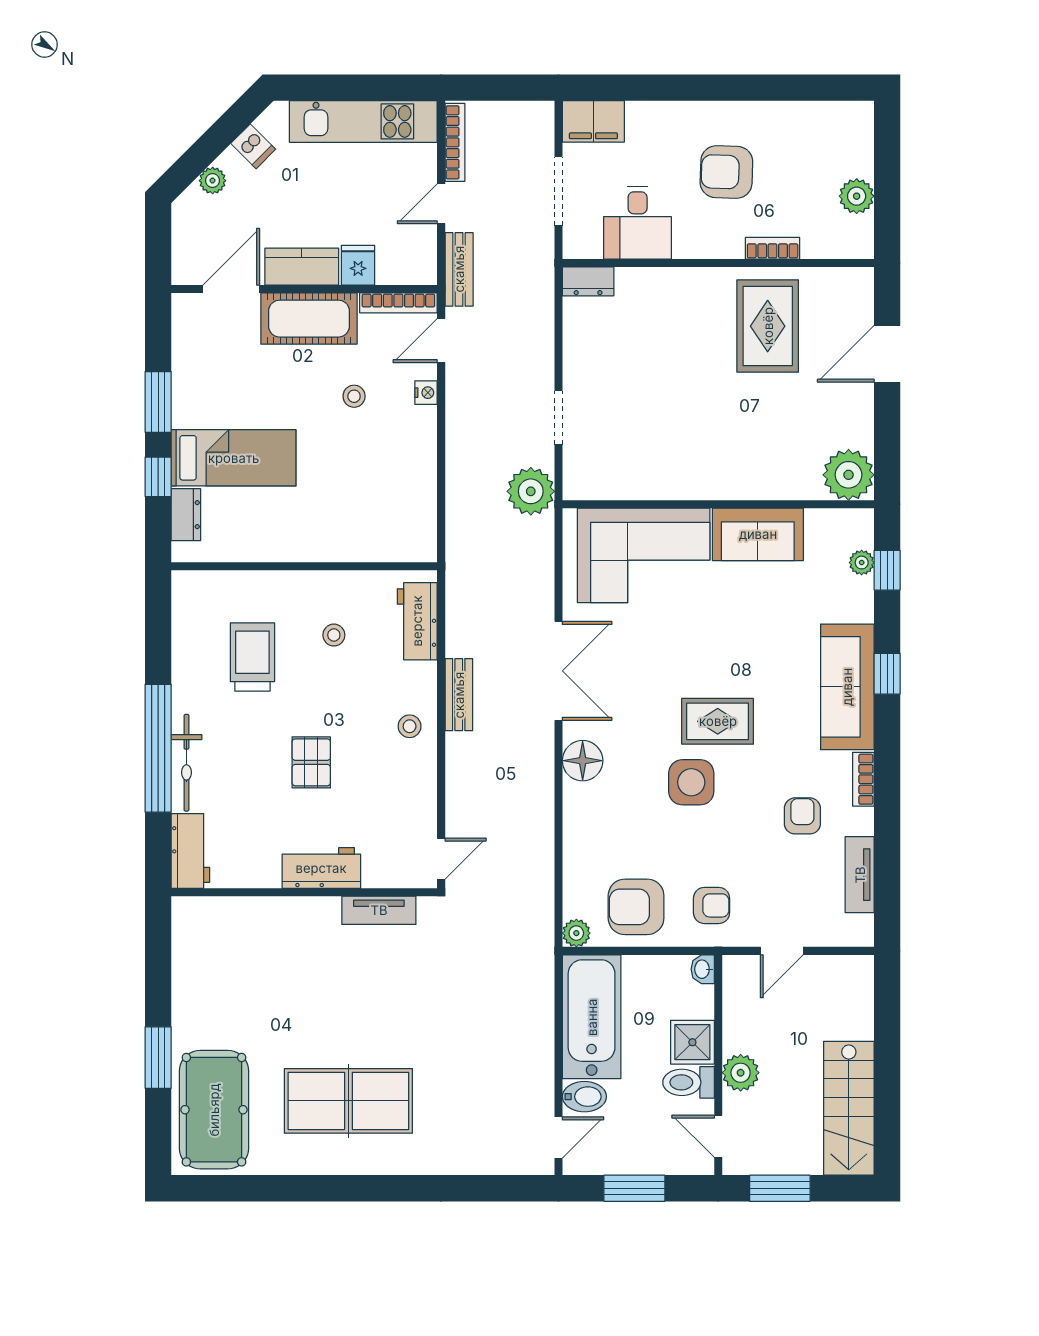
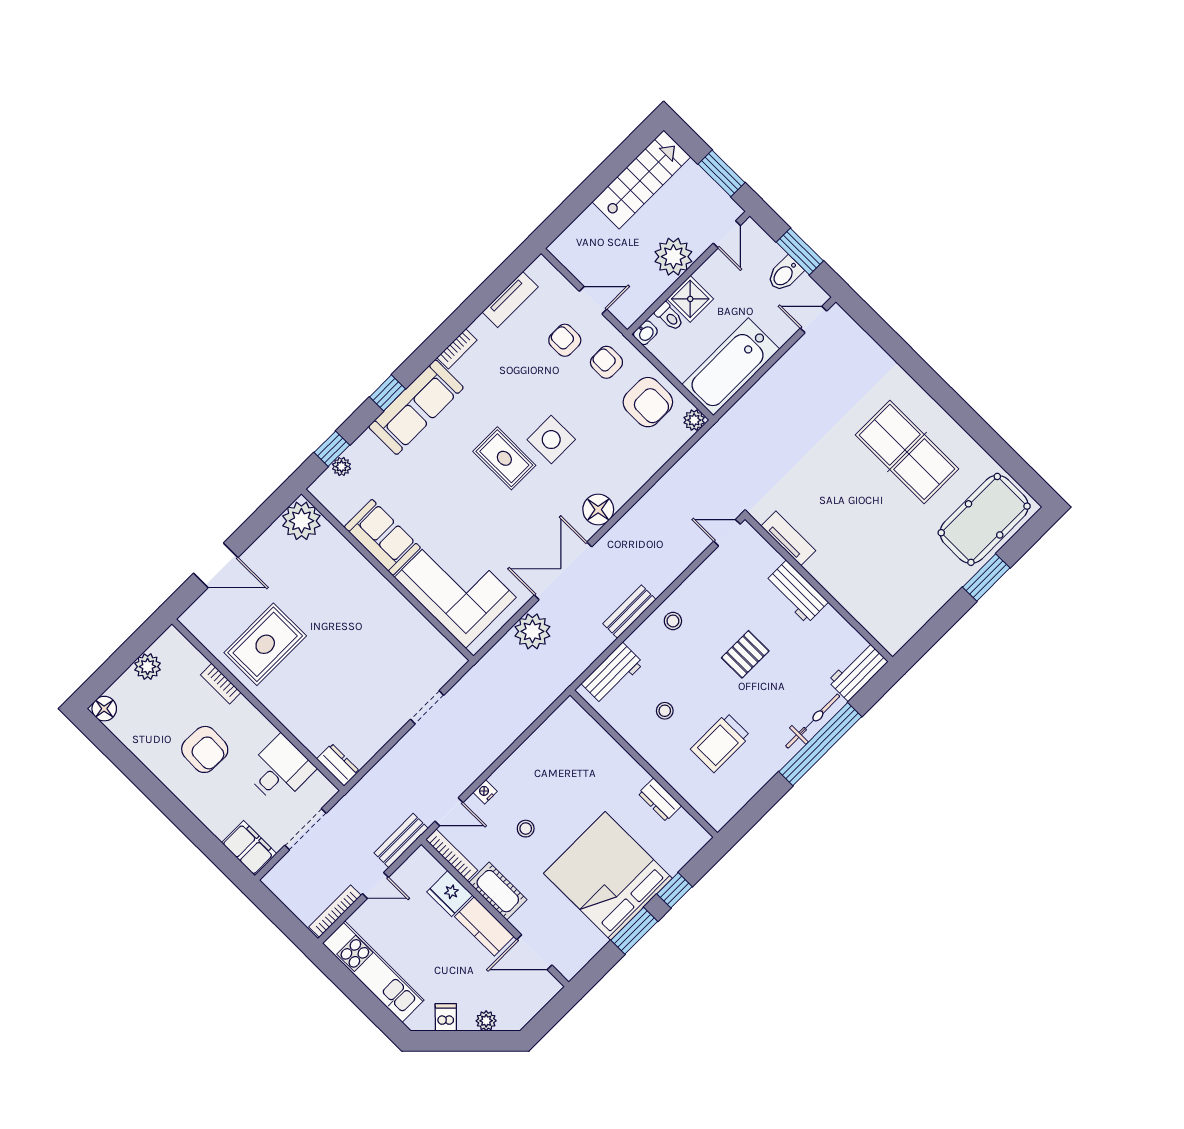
floor lamp: (858, 117) -> (104, 709), added
fridge: (358, 265) -> (450, 894), width x1.38
cot: (309, 319) -> (498, 891), width x0.73, depth x0.75
bed: (234, 458) -> (608, 876), width x2.04
plant: (531, 491) -> (532, 631), moved
dresser: (186, 515) -> (660, 800), moved, turned -90
armchair: (802, 816) -> (565, 340), moved, turned 90
plant: (741, 1073) -> (673, 257), width x1.36, depth x1.36
toilet: (689, 1082) -> (669, 316), moved, width x0.73, depth x0.72
bidet: (584, 1097) -> (785, 274), moved, turned -90

